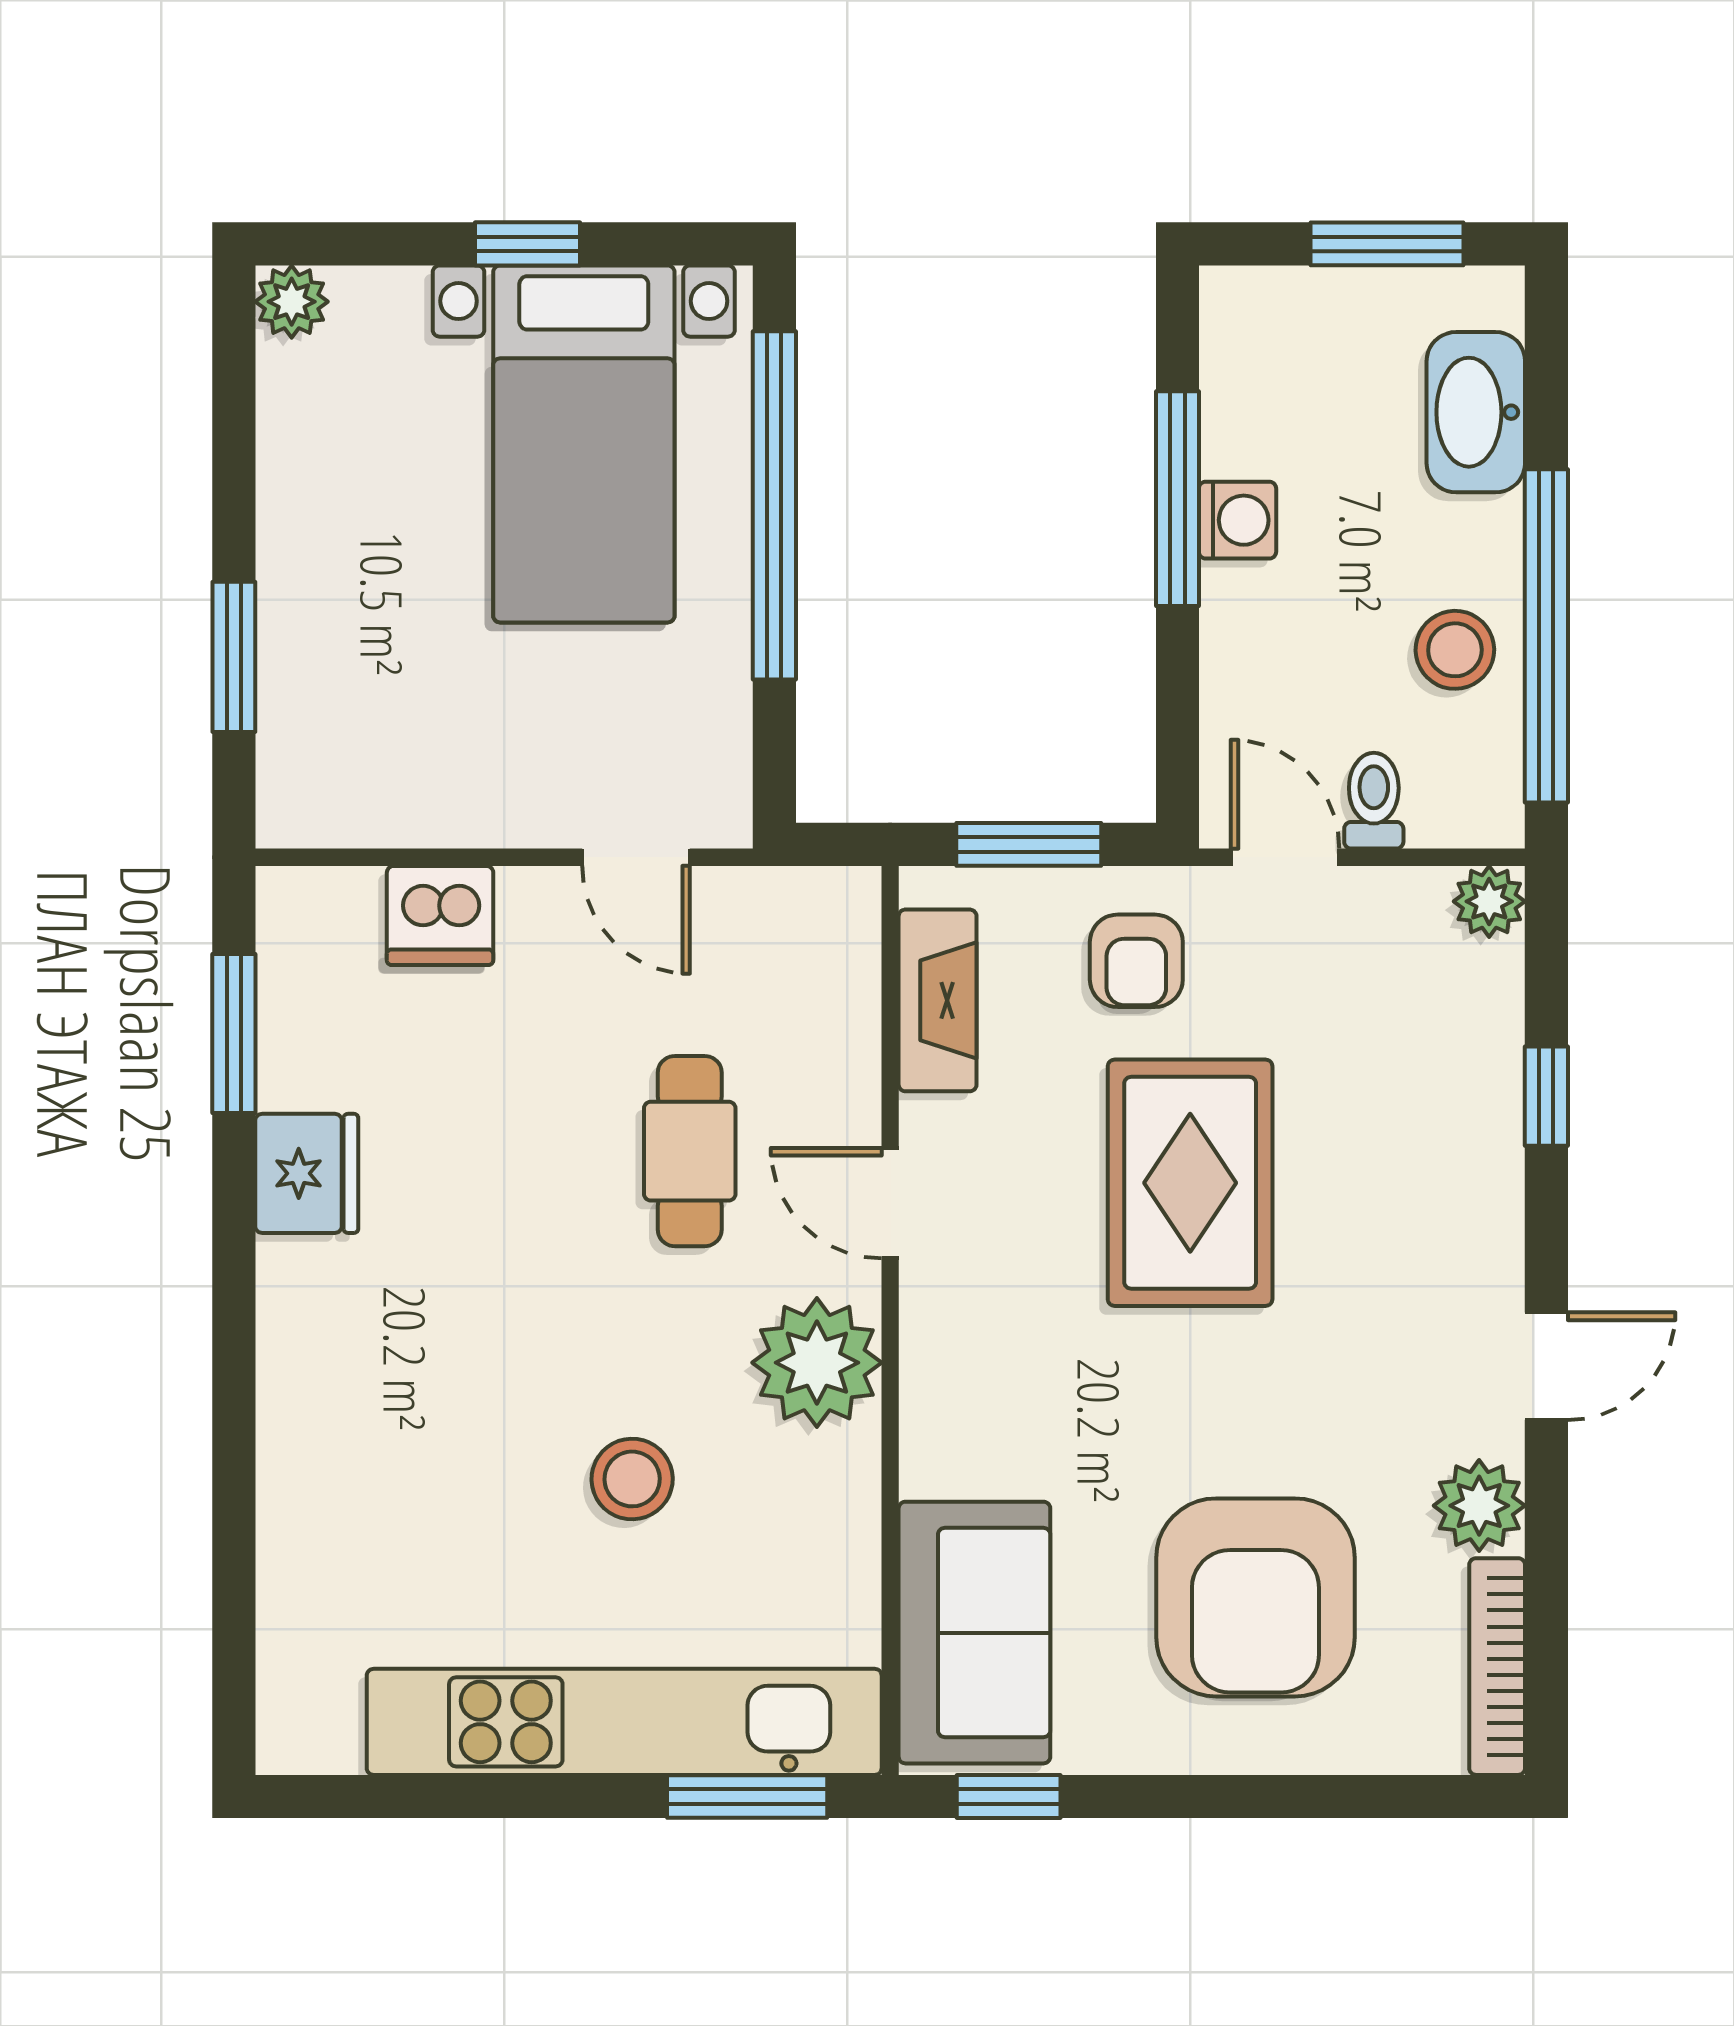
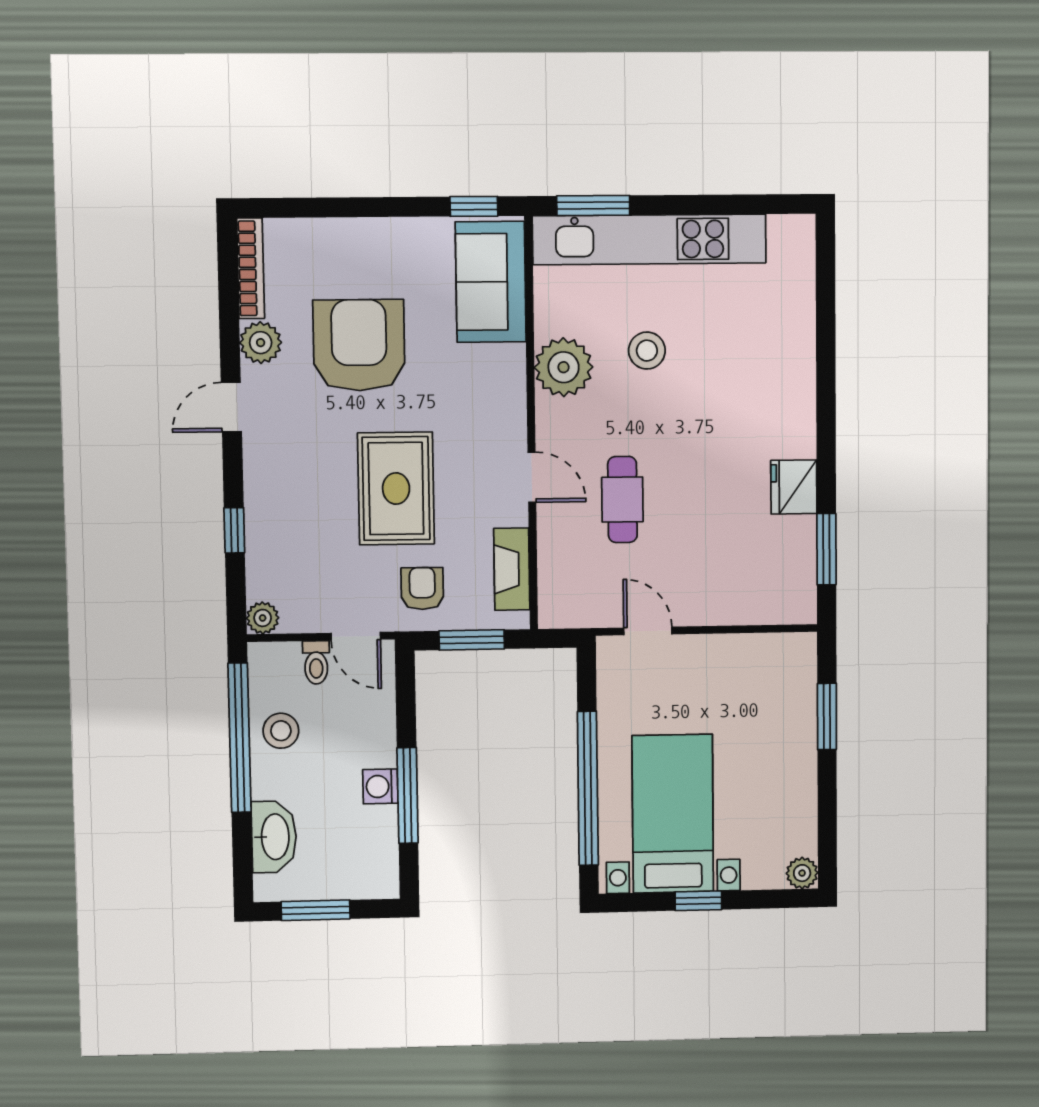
dishwasher: (440, 915) -> (735, 603), removed
plant: (817, 1363) -> (564, 367), moved
armchair: (1255, 1597) -> (359, 345), moved

